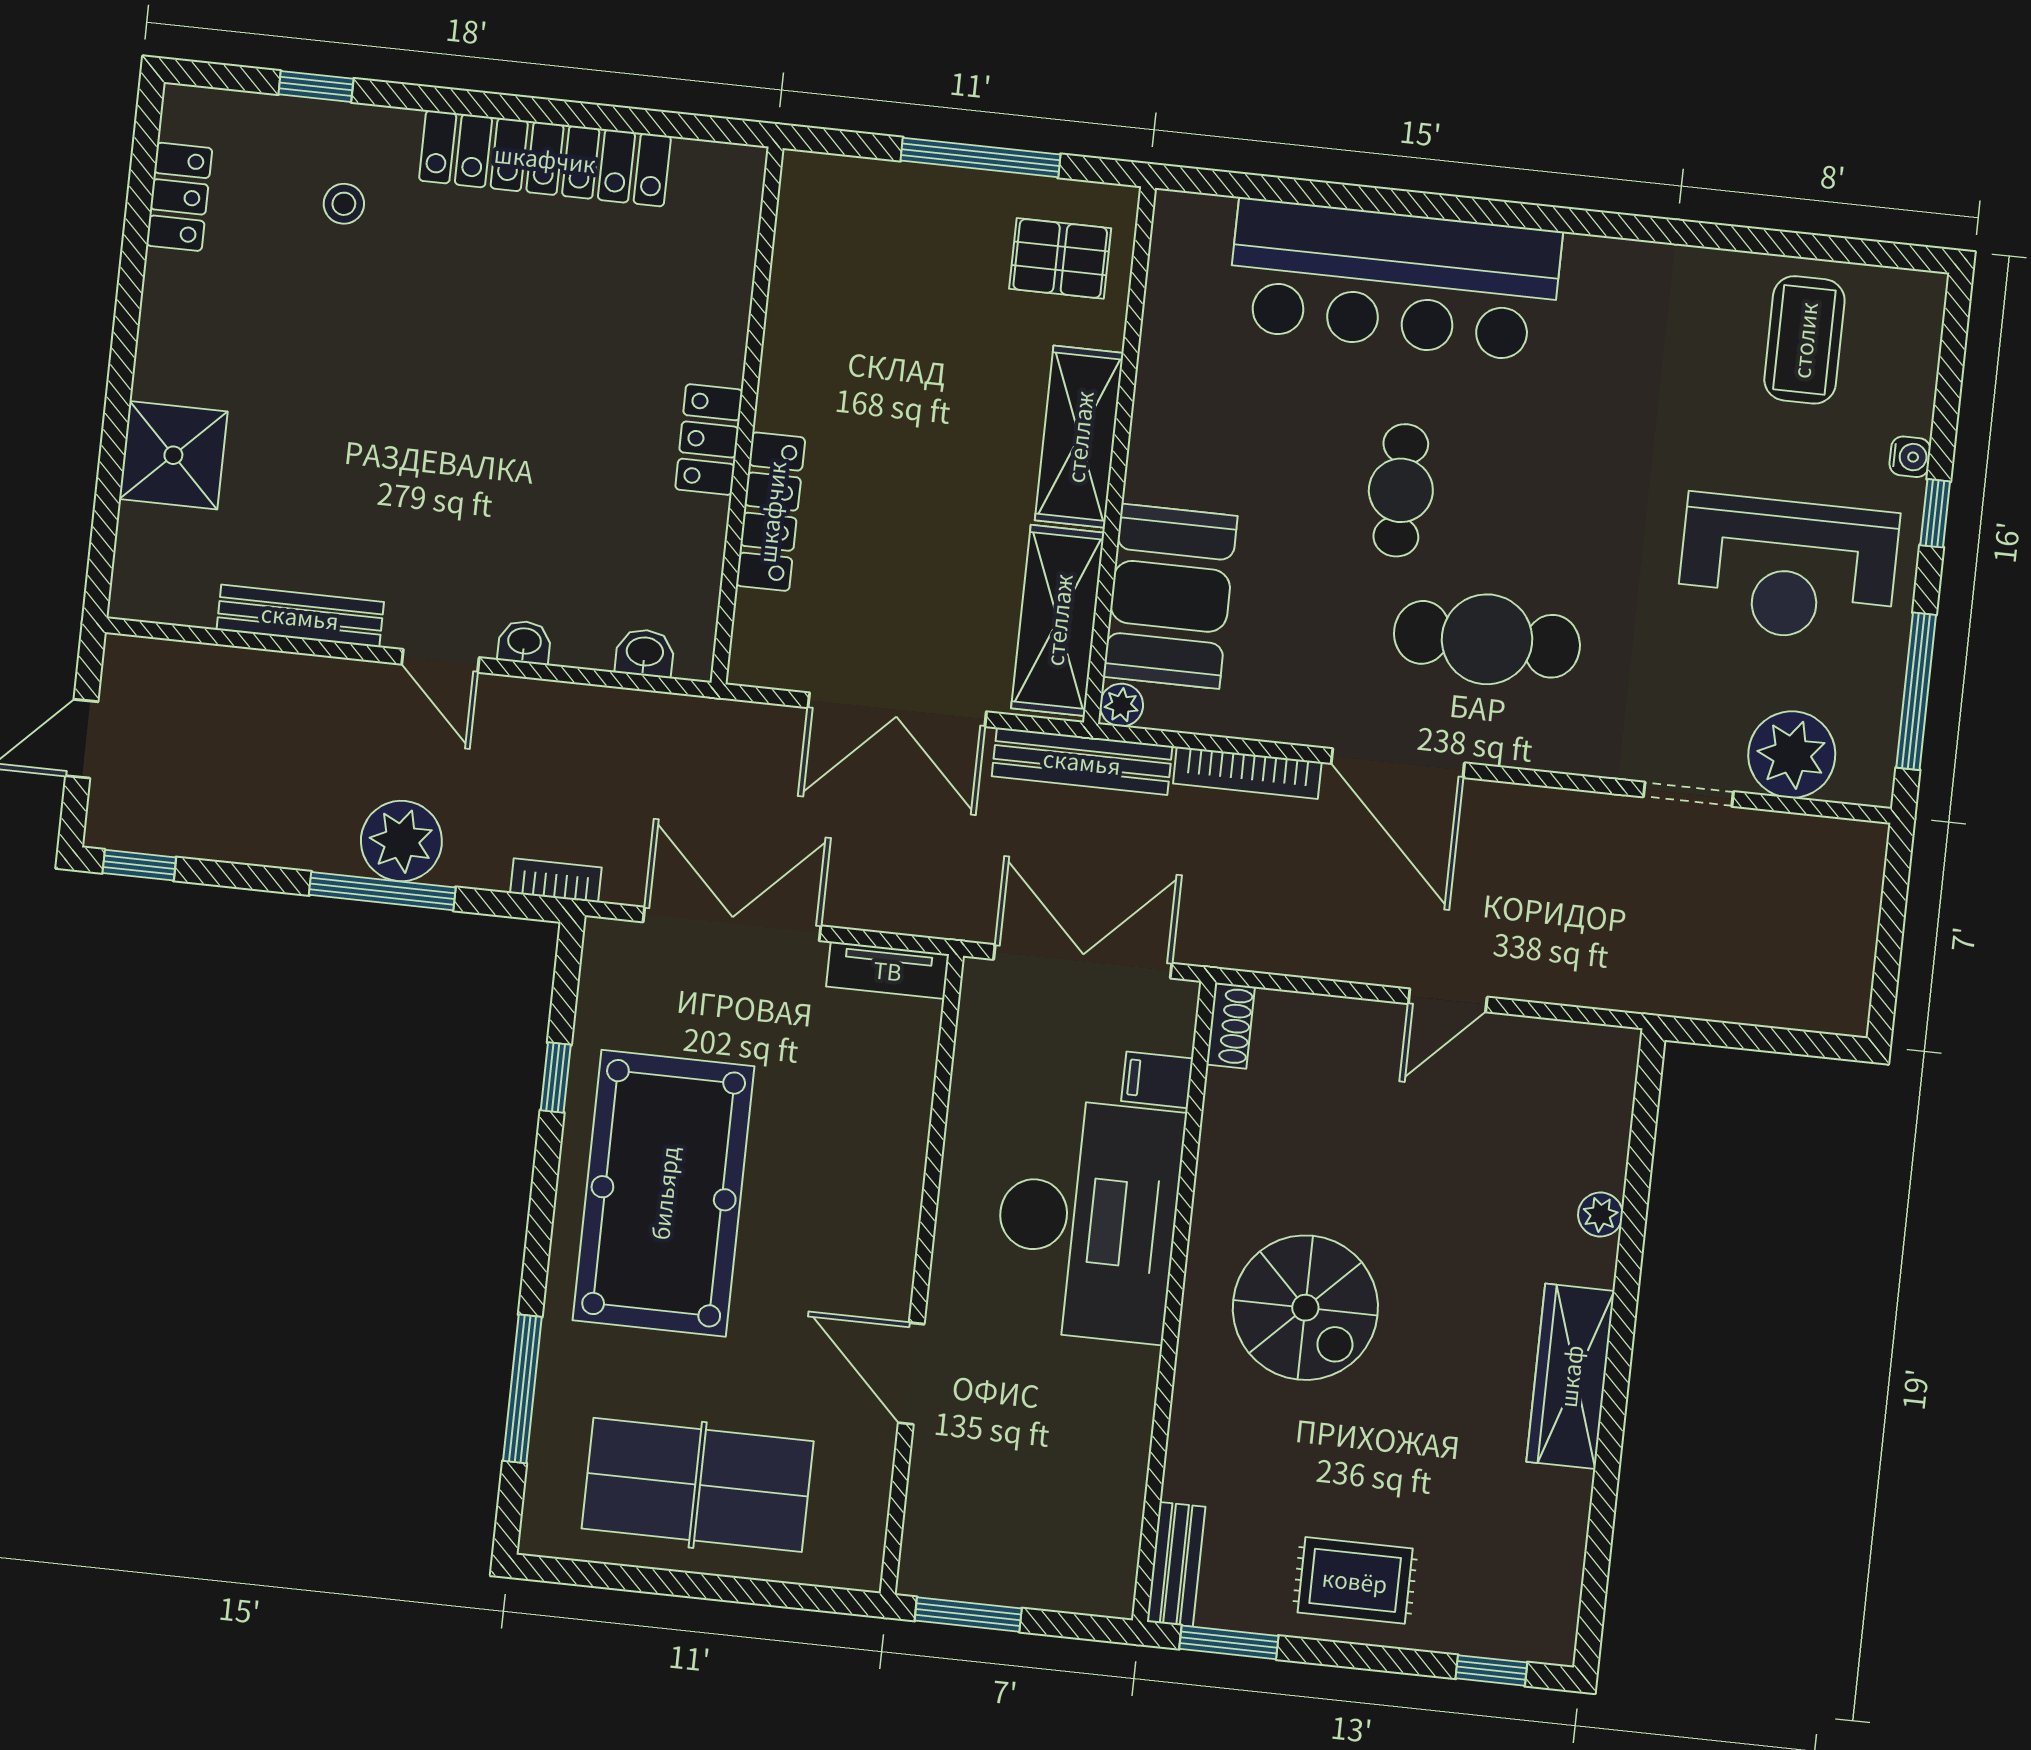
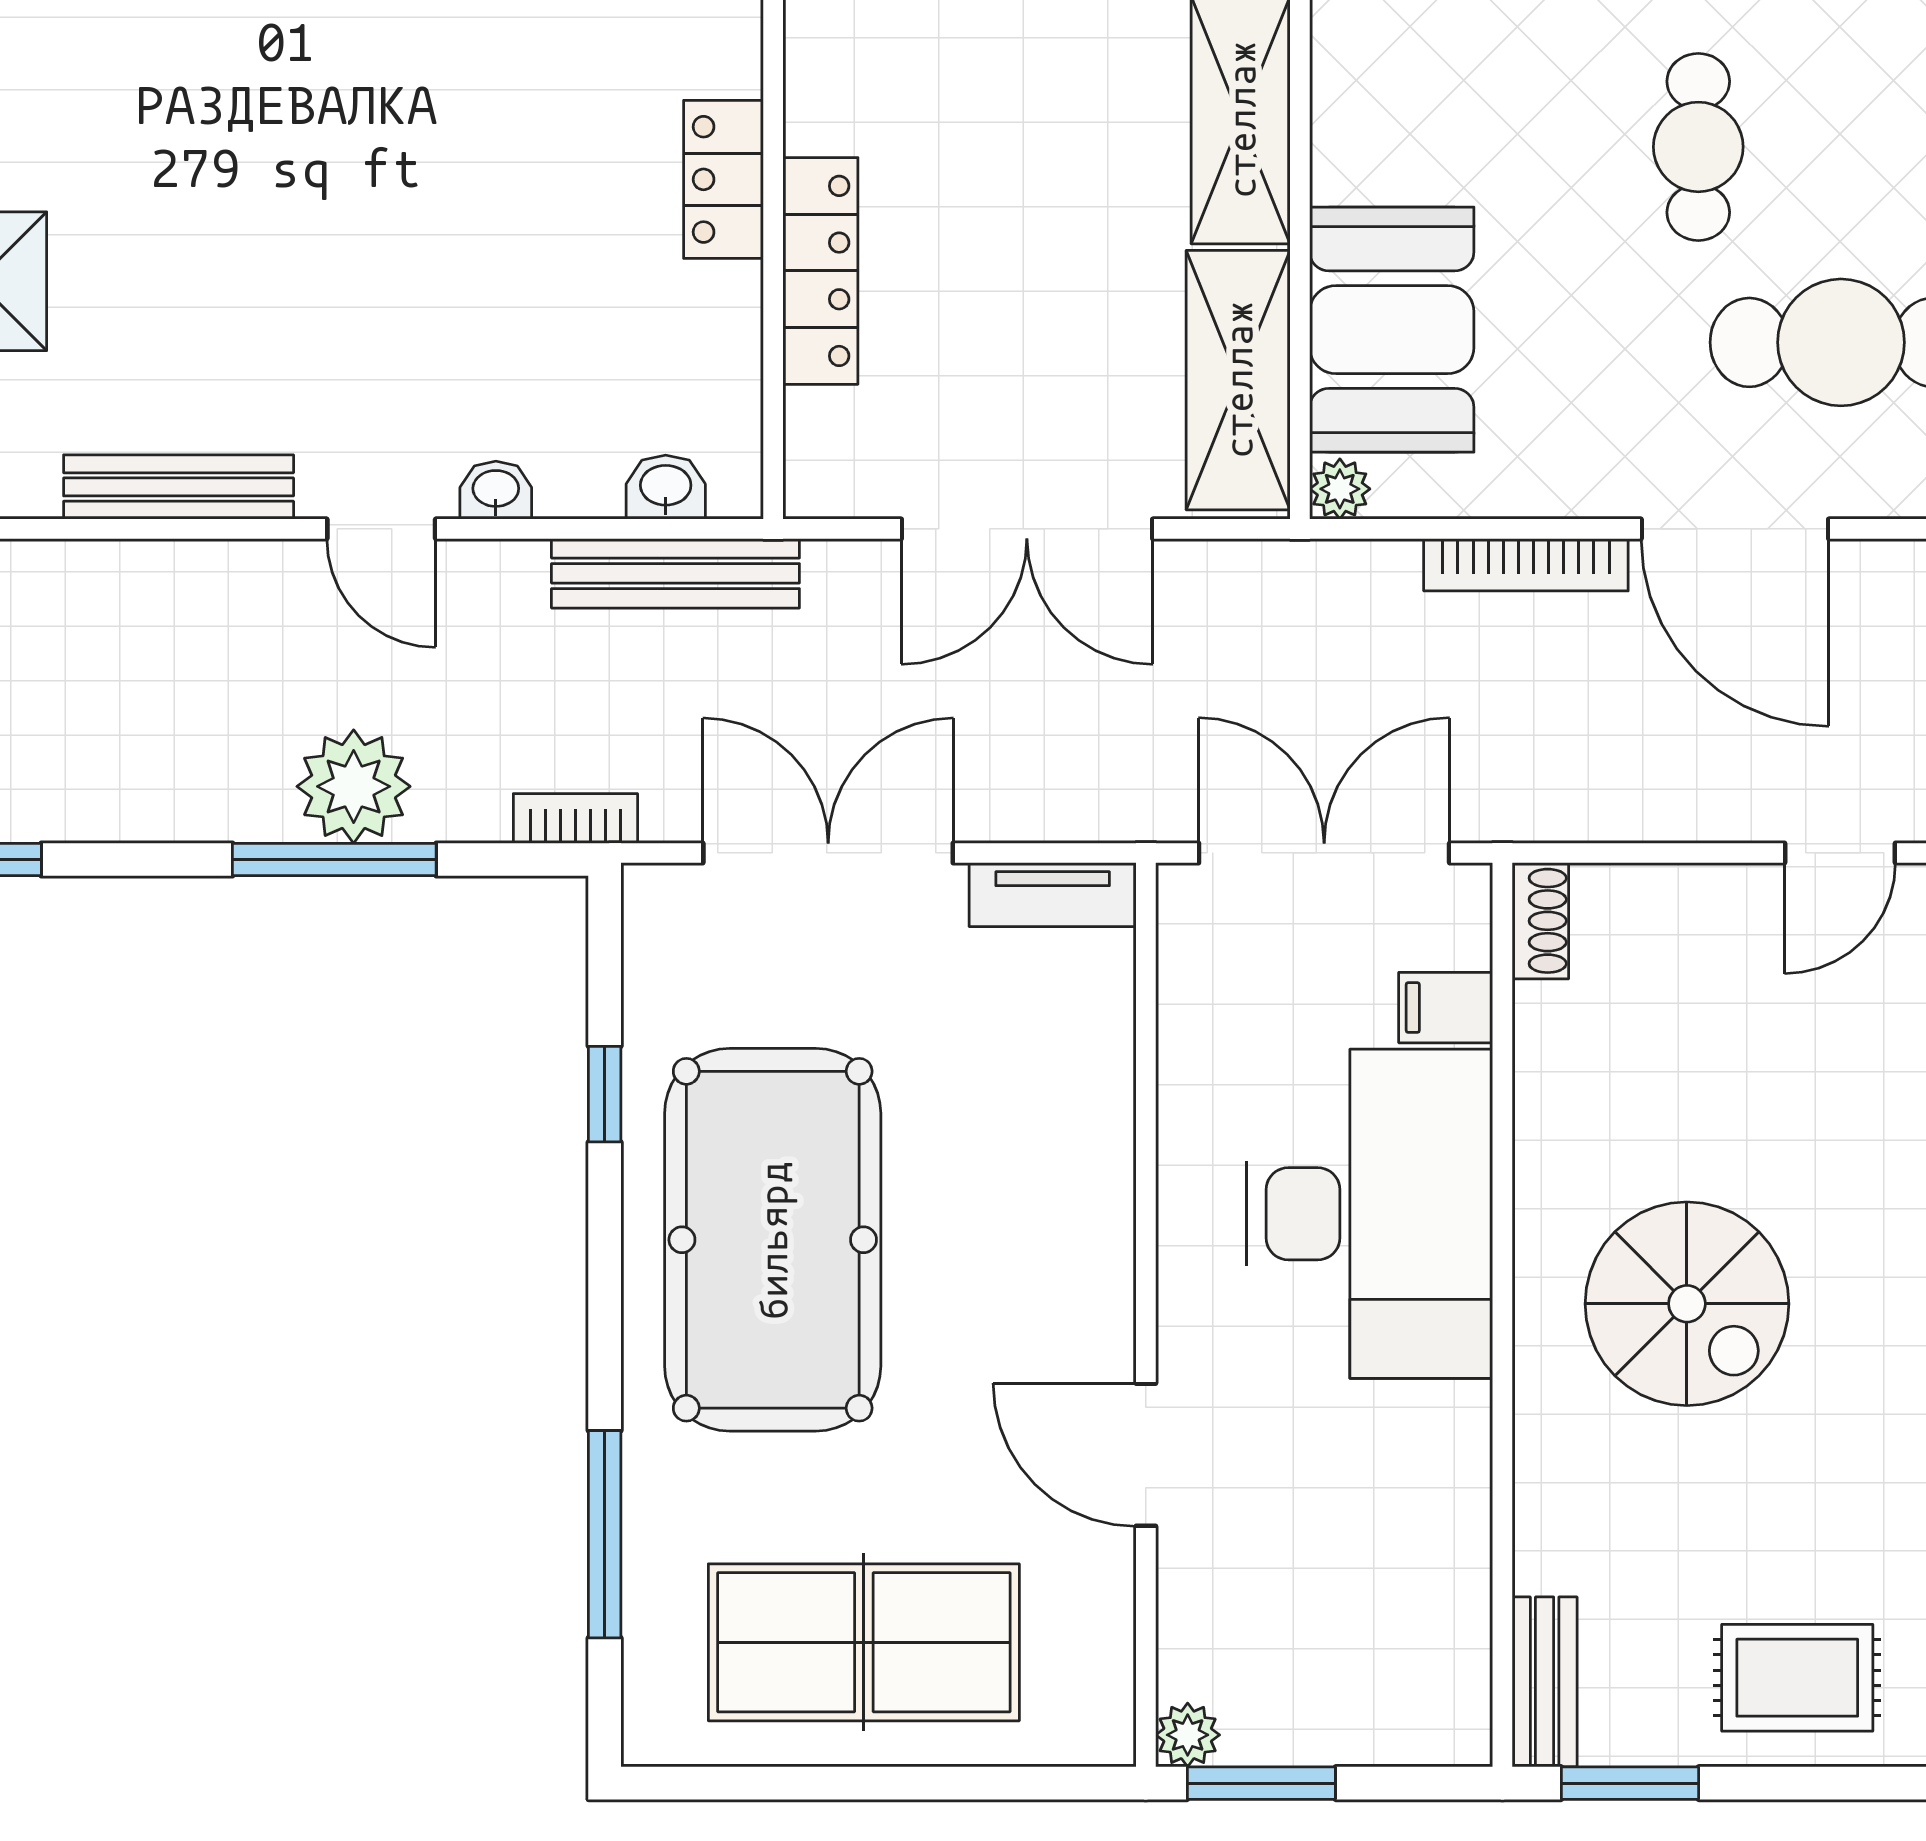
bench: (1082, 761) -> (675, 573), moved
plant: (920, 1575) -> (1188, 1735), added

